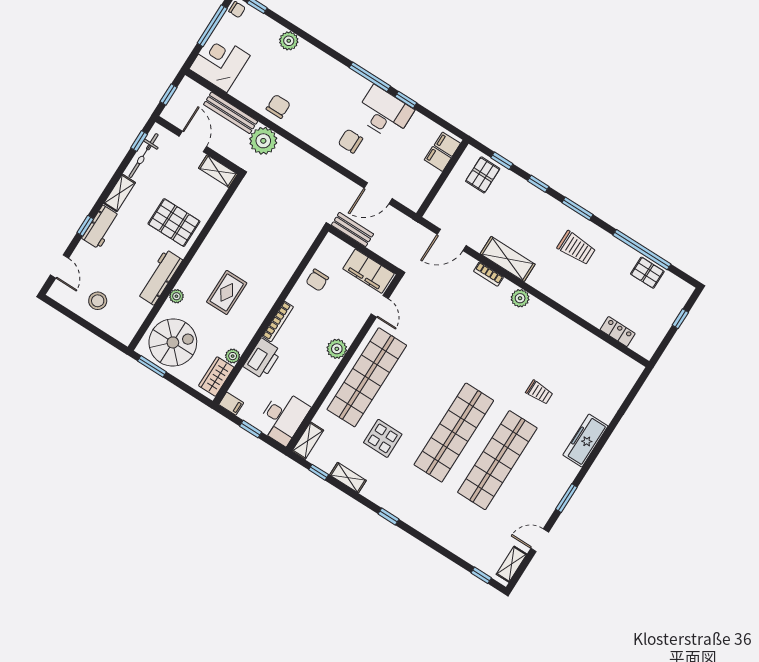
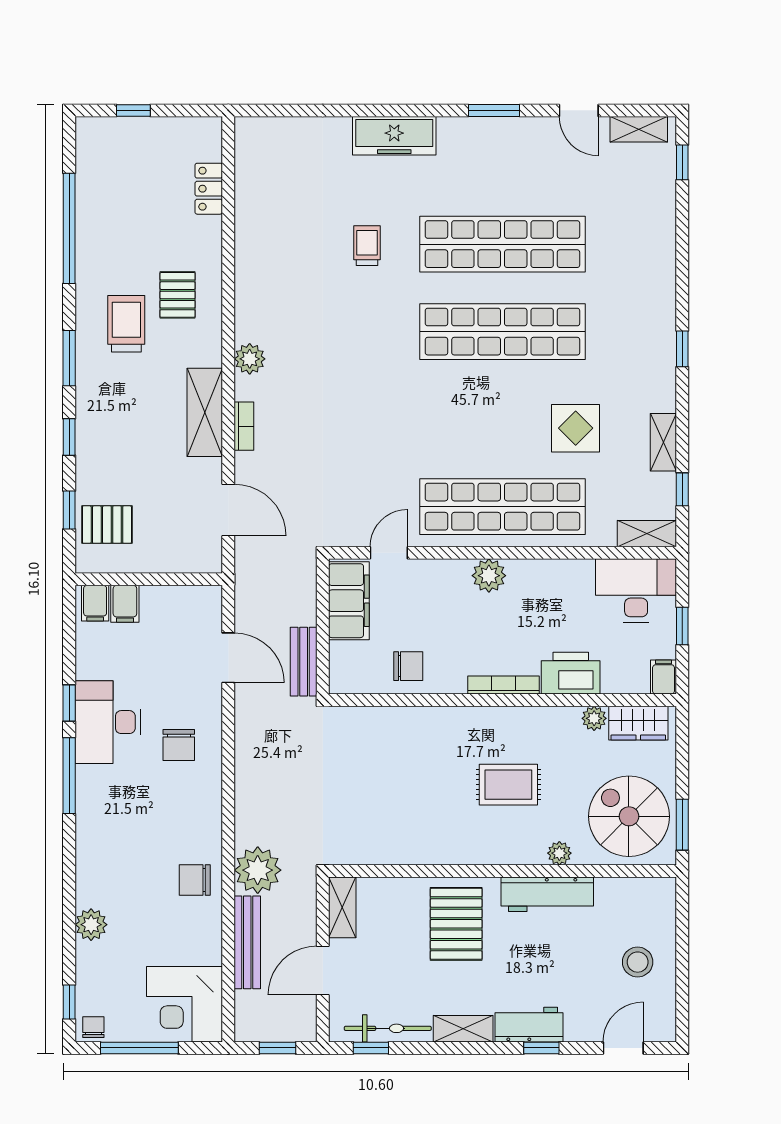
pallet: (647, 273) -> (178, 295), moved

